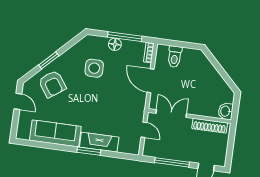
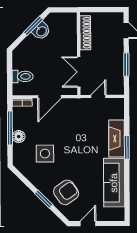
window: (224, 75) -> (33, 26), added
washbasin: (226, 111) -> (41, 31), moved, turned -45
window: (172, 162) -> (126, 65), width x0.69

